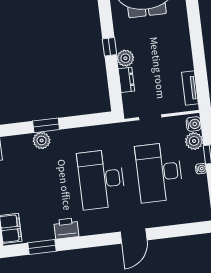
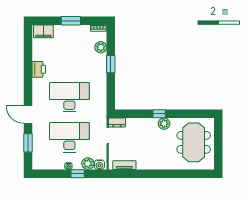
plant: (125, 58) -> (164, 124), moved
dresser: (126, 80) -> (117, 123), moved
plant: (42, 140) -> (101, 47), moved
window: (42, 247) -> (28, 143), moved

